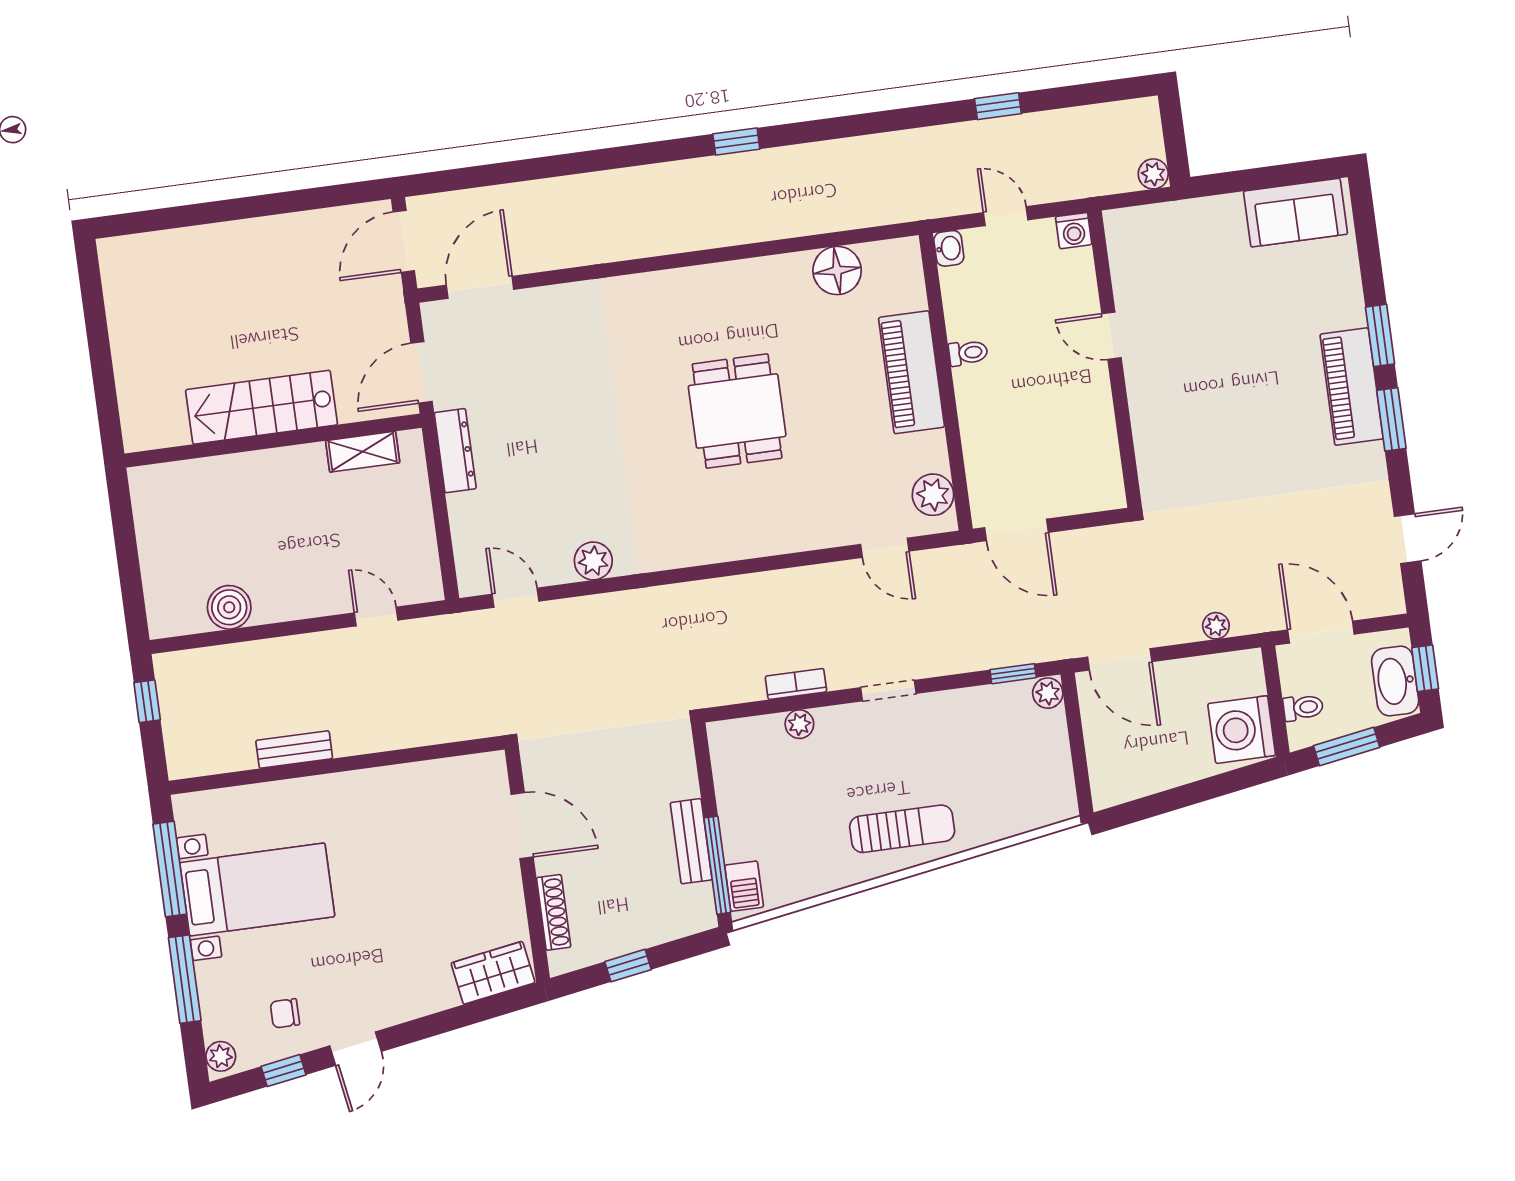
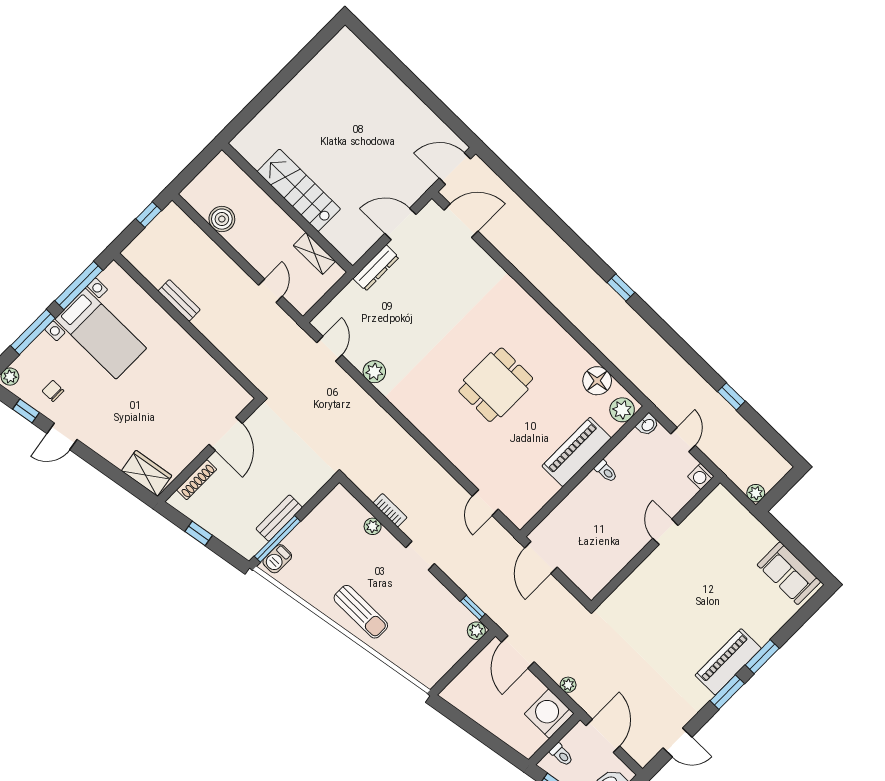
stairs: (262, 407) -> (299, 190), moved
wall: (273, 441) -> (287, 208), moved
shelving: (363, 452) -> (314, 253), moved
plant: (933, 495) -> (622, 410), moved
washing machine: (1242, 730) -> (549, 714), moved

